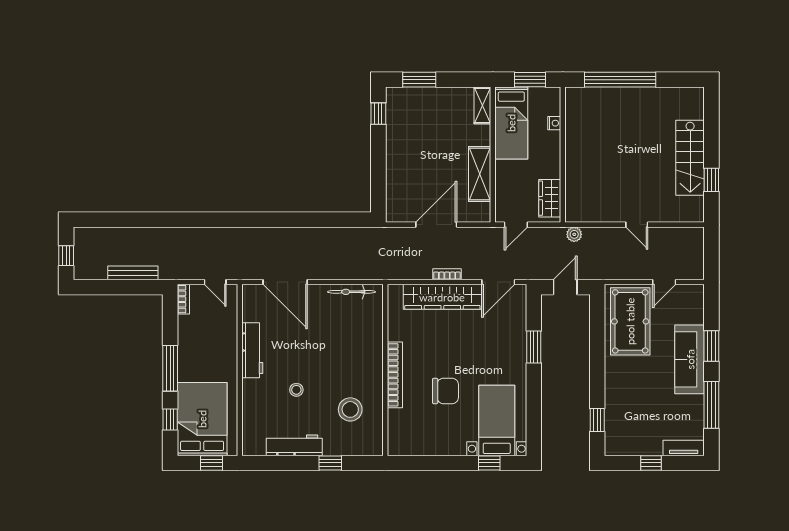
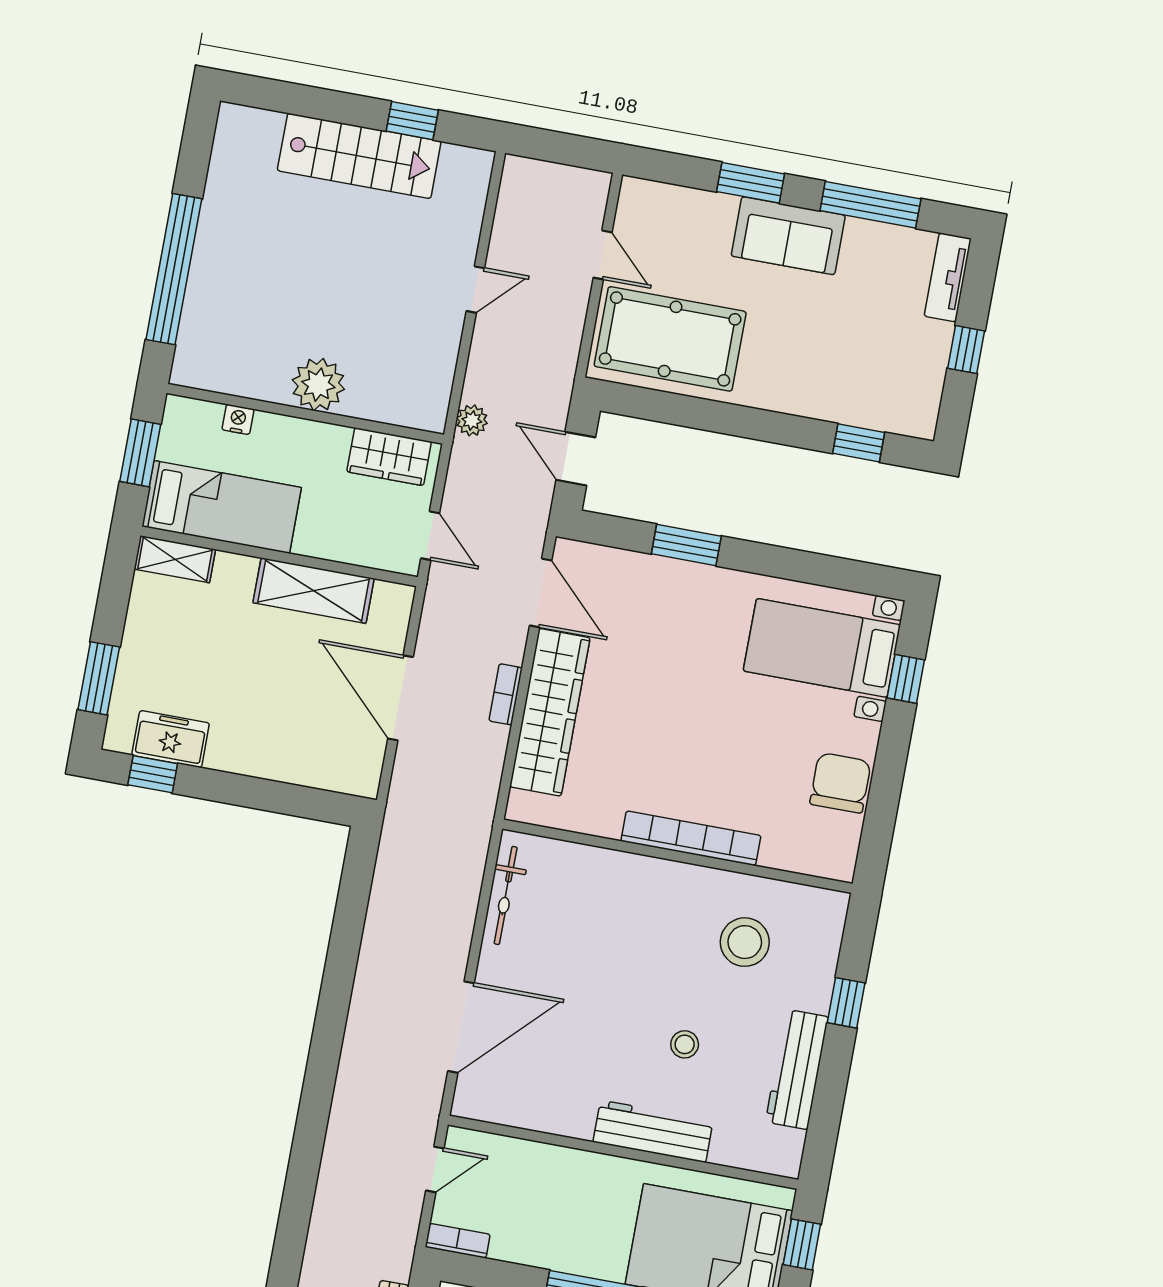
freezer: (397, 119) -> (171, 739), added
plant: (578, 158) -> (318, 385), added
workbench: (252, 350) -> (653, 1131), moved
sofa: (690, 359) -> (788, 236), width x0.73
chair: (445, 391) -> (840, 783), moved

